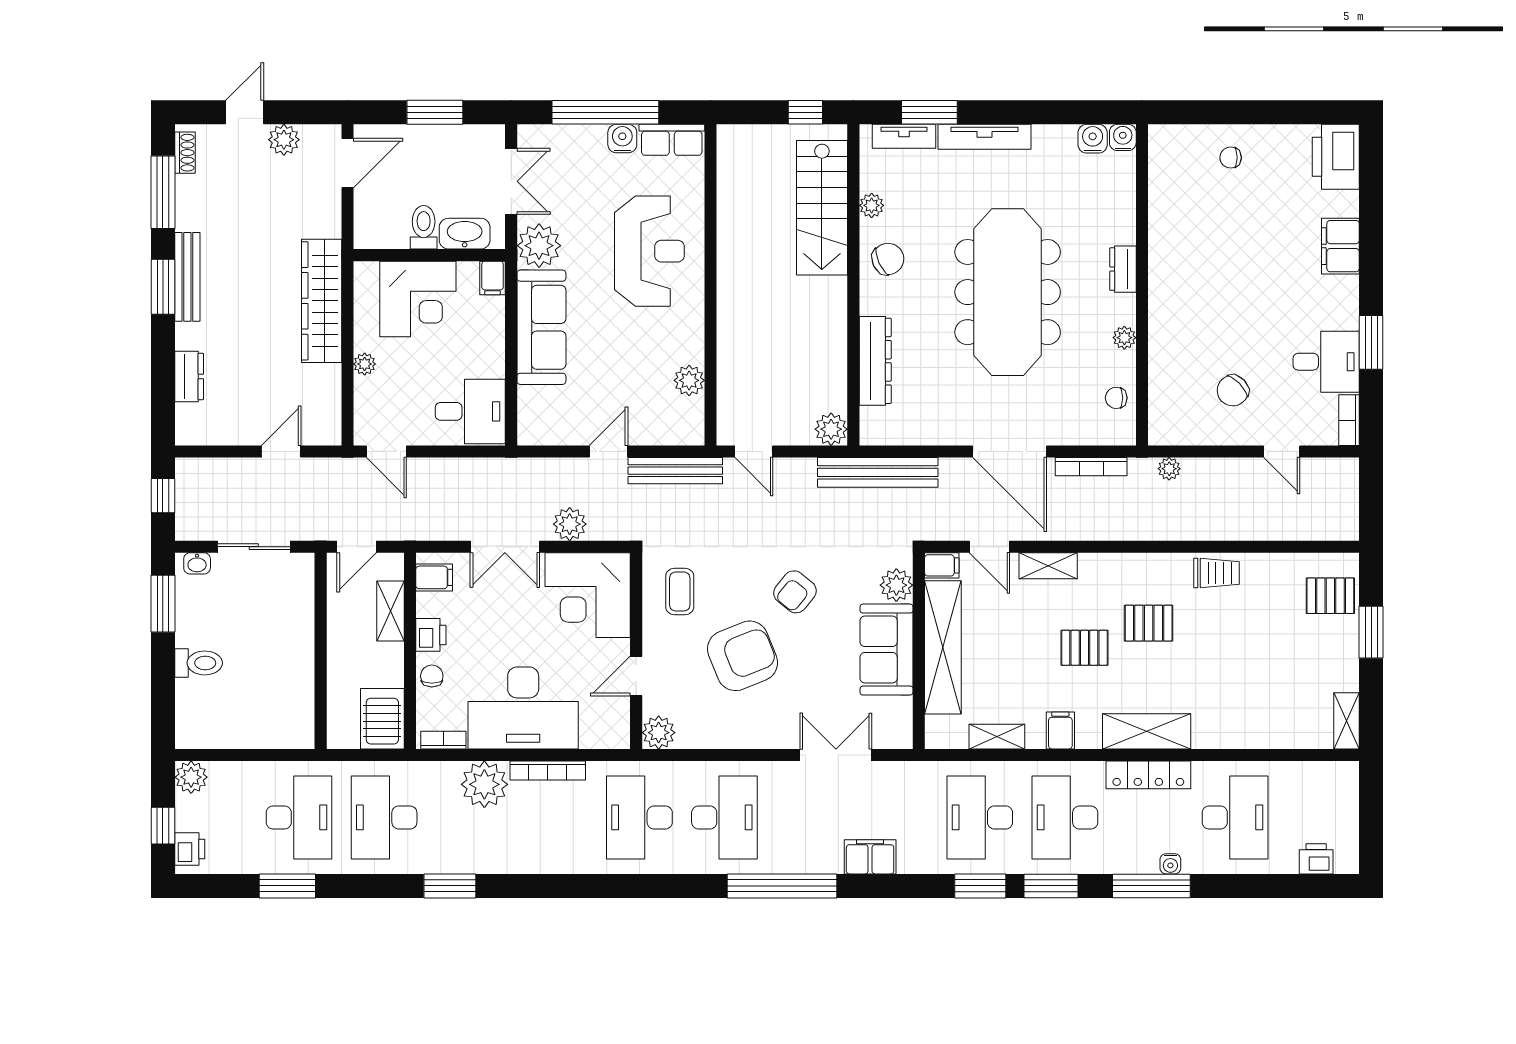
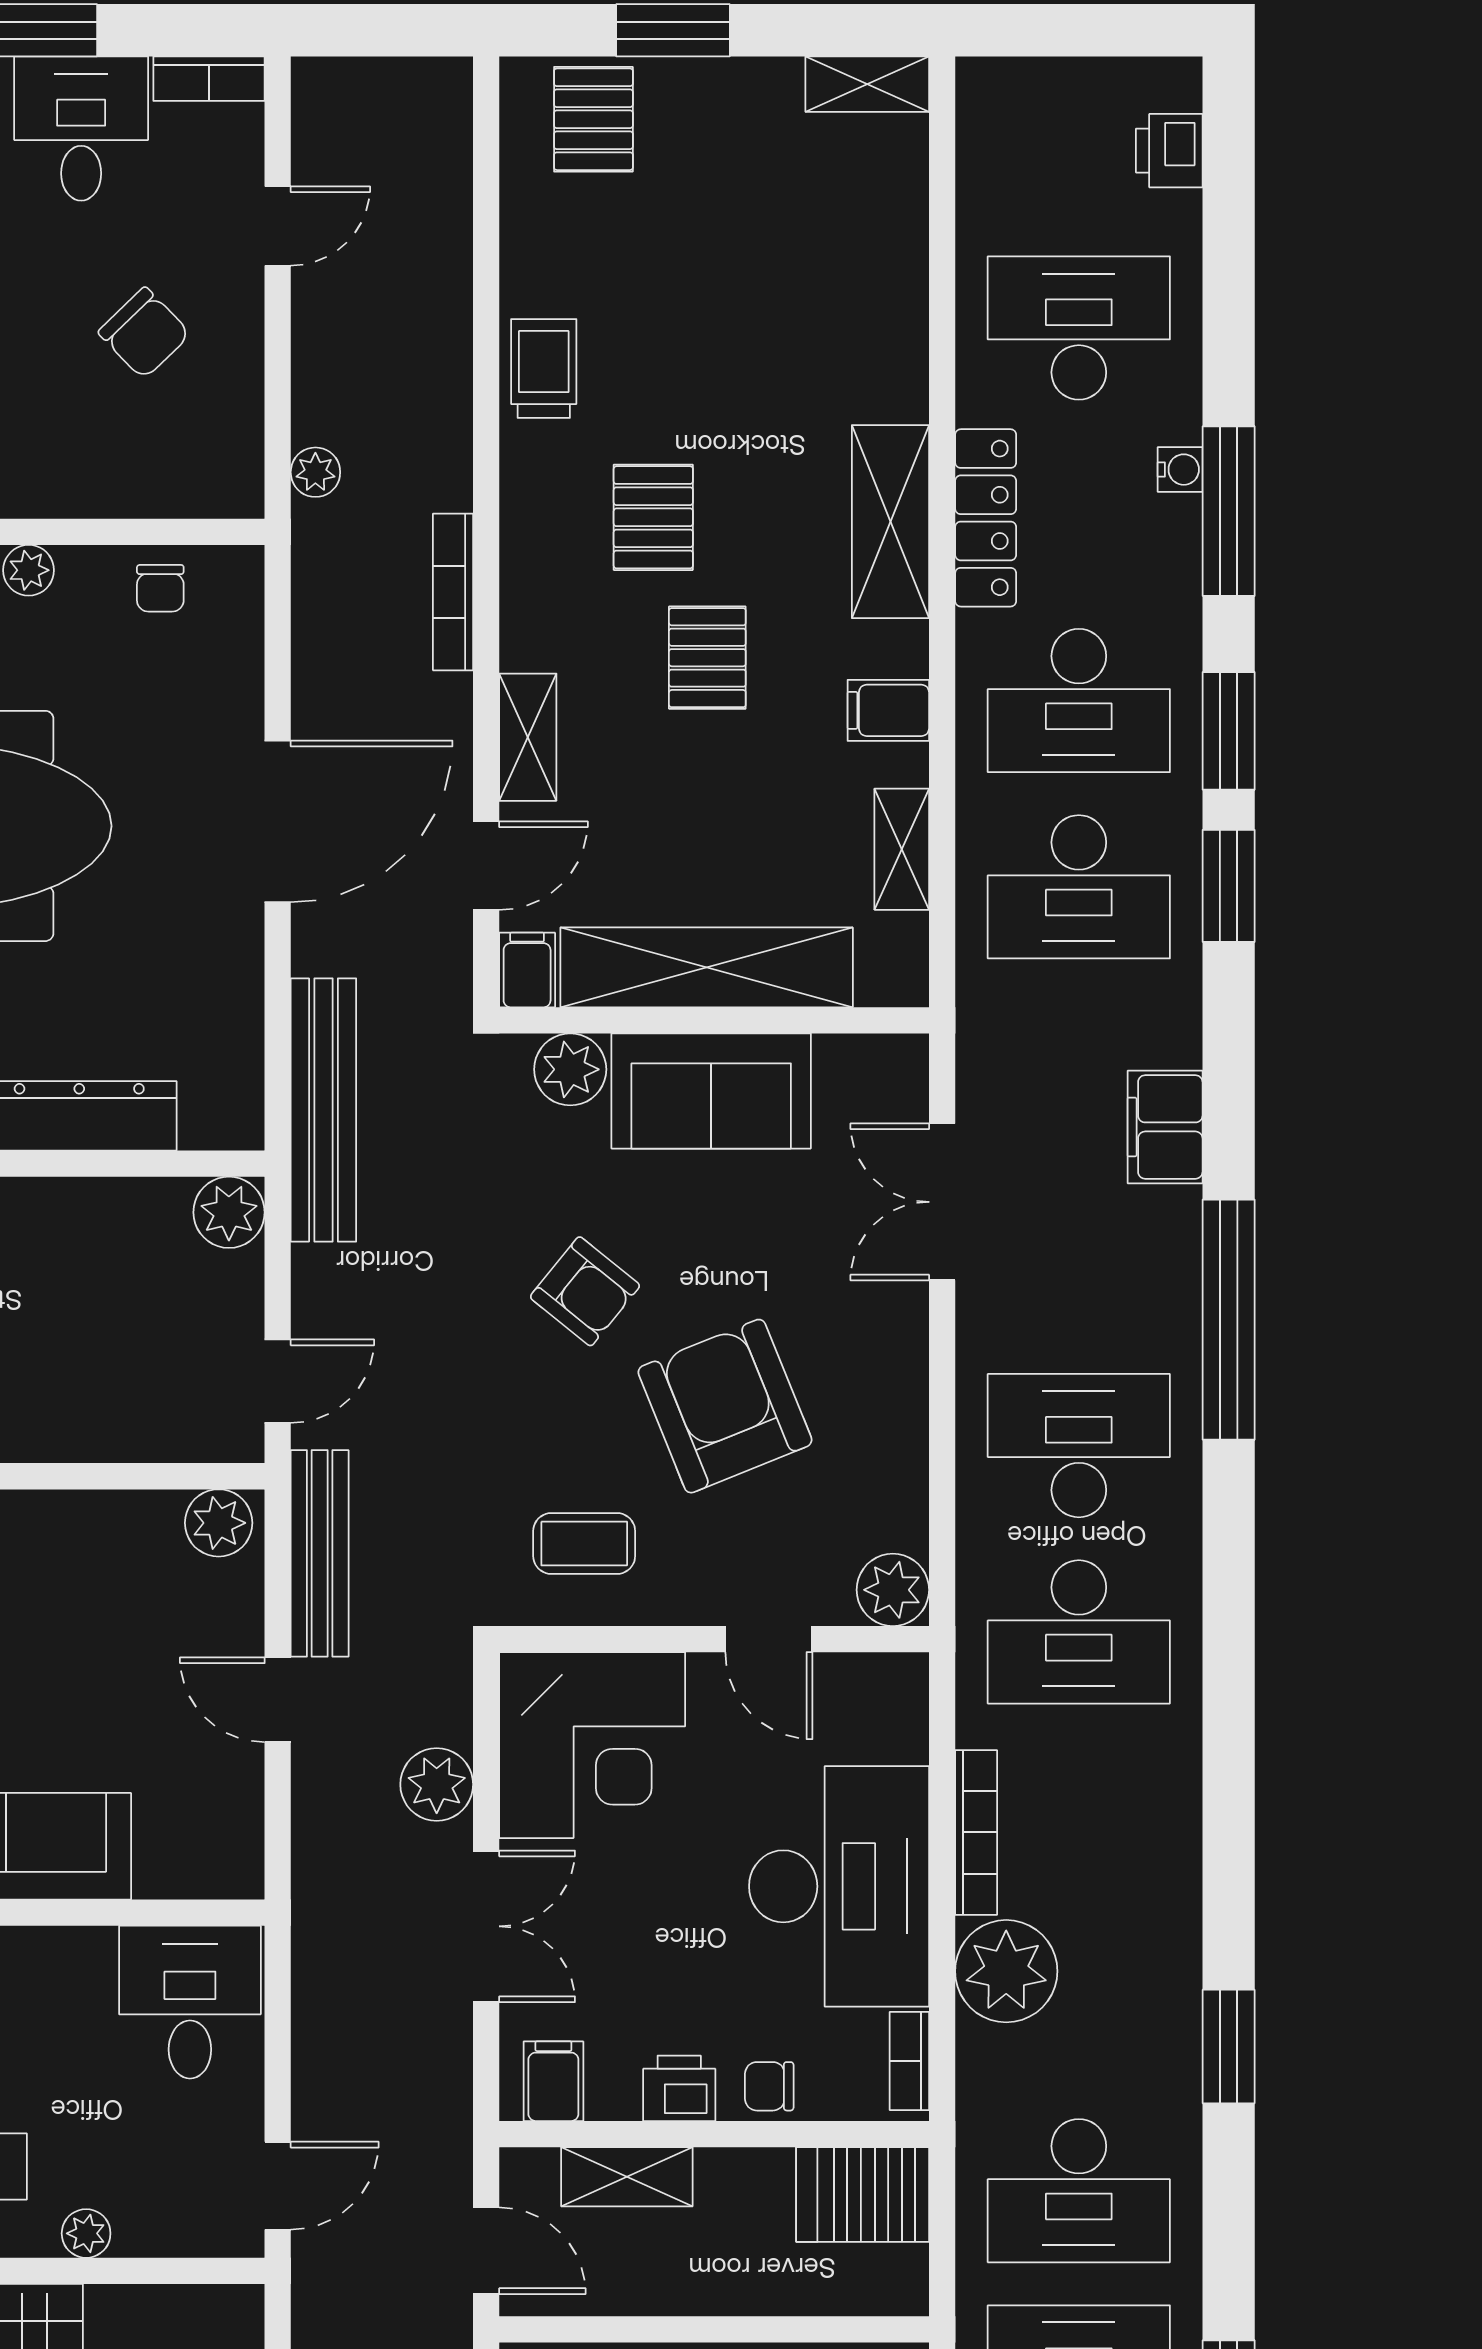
plant: (689, 380) -> (219, 1523), moved
bookcase: (1091, 467) -> (453, 592), moved, turned 180

